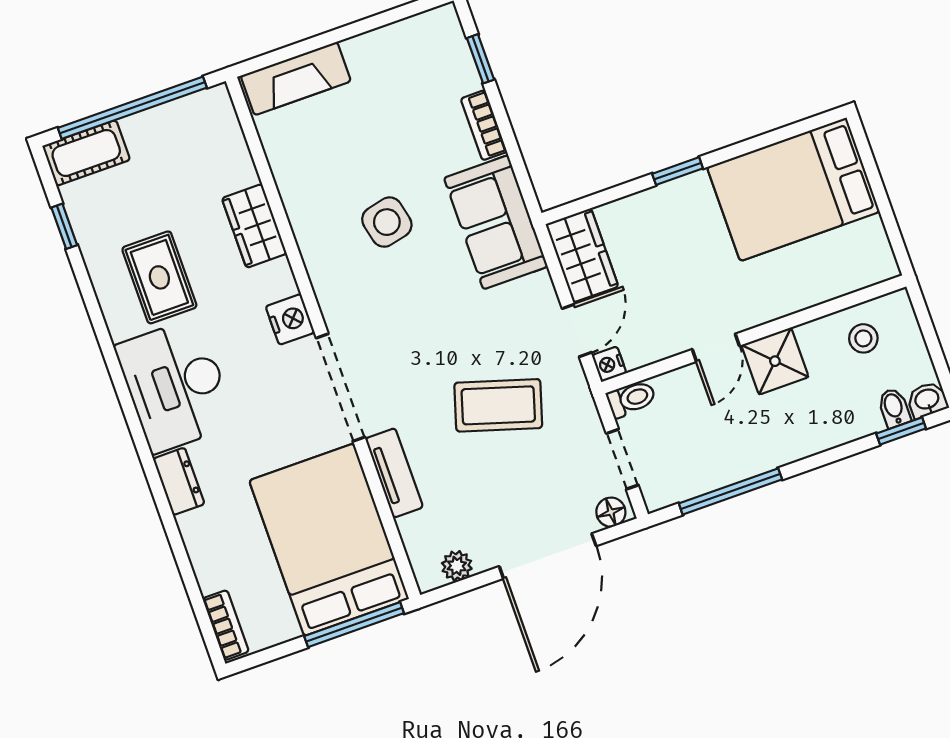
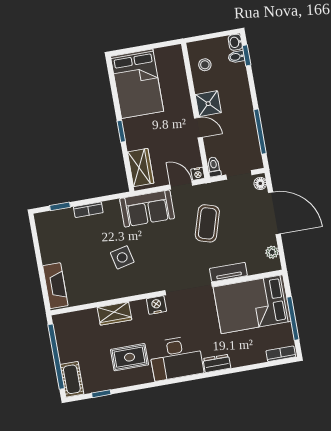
sofa: (496, 222) -> (147, 208), moved
wardrobe: (582, 255) -> (141, 167), moved, turned 90
window: (354, 625) -> (293, 318), moved

